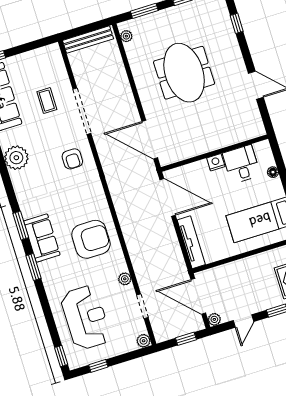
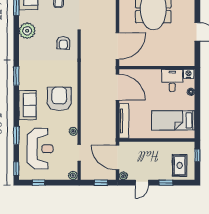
door: (150, 140) -> (117, 46), swing flipped
nightstand: (216, 162) -> (189, 74), moved
sofa: (42, 238) -> (27, 105), moved
armchair: (91, 239) -> (59, 99), turned -90
window: (34, 267) -> (16, 135), moved

